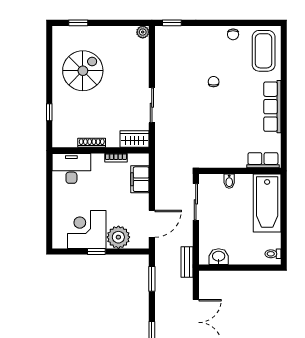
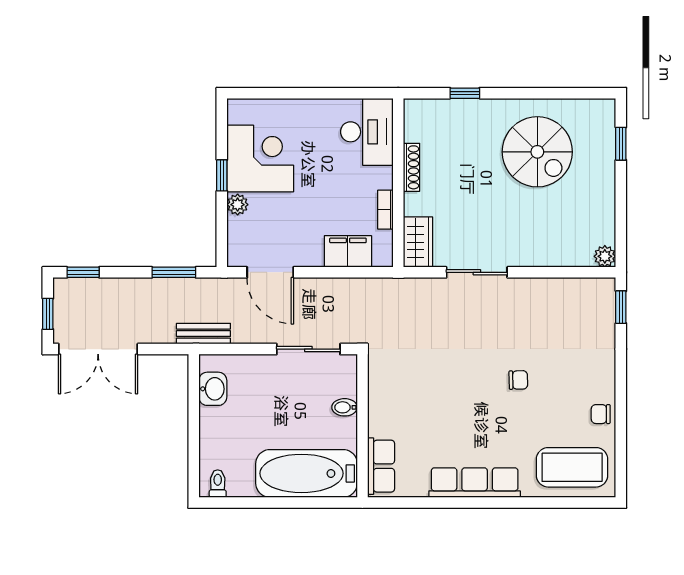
plant: (118, 237) -> (238, 205), width x0.53, depth x0.53

